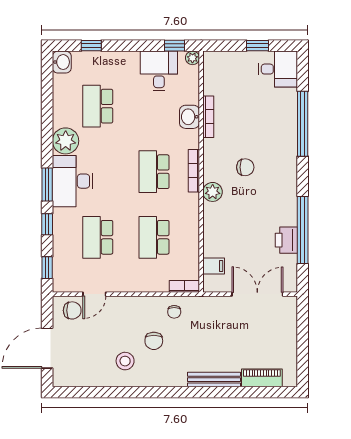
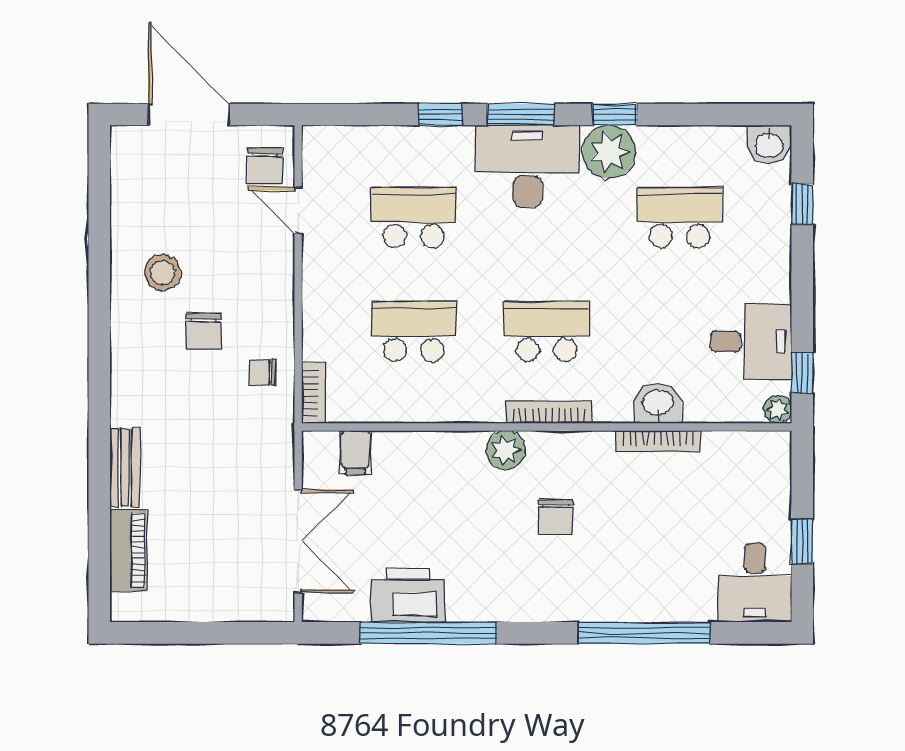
printer: (286, 240) -> (408, 596), width x1.37, depth x1.19
window: (47, 268) -> (615, 115), moved
chair: (154, 341) -> (203, 331), turned -90
bench: (214, 380) -> (125, 467), width x0.73

